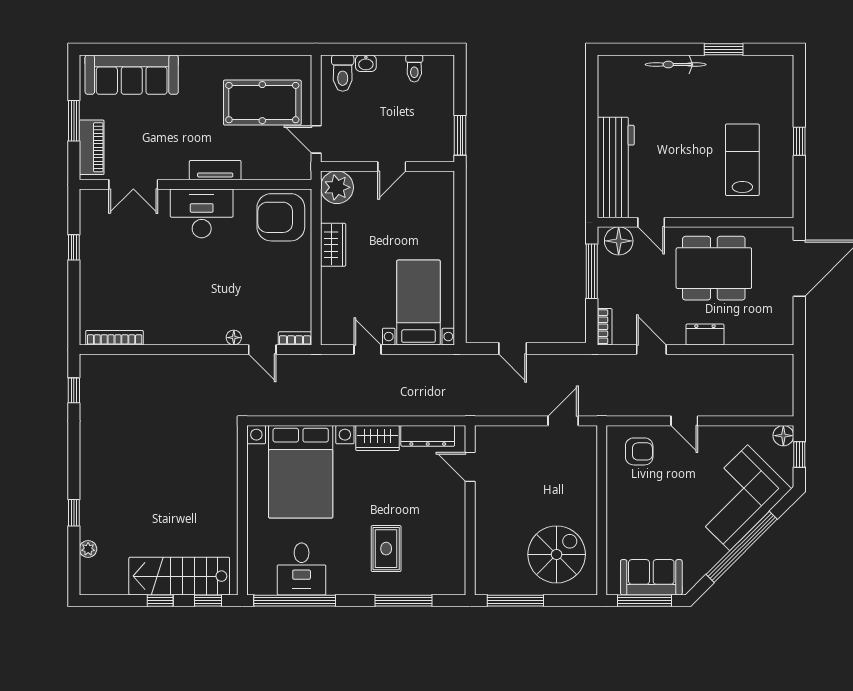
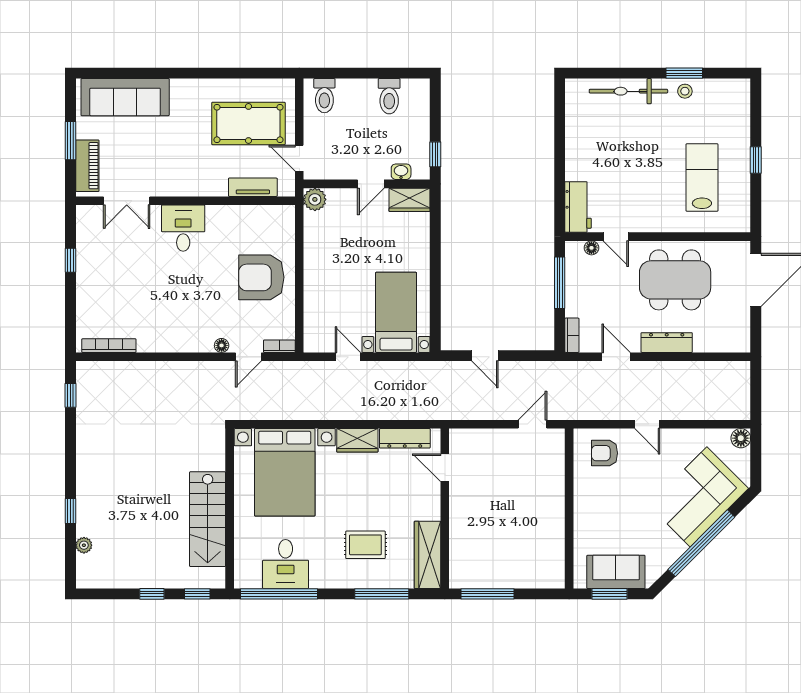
washbasin: (366, 63) -> (401, 172), moved, turned 180
bicycle: (676, 65) -> (628, 91), width x1.37, depth x1.40
toilet: (414, 68) -> (389, 96), width x1.37, depth x1.39
stool: (724, 68) -> (685, 91), added
window: (460, 135) -> (435, 154), width x0.67
workbench: (616, 167) -> (578, 207), width x0.53, depth x0.76
tv unit: (215, 170) -> (253, 187), moved
plant: (337, 187) -> (315, 199), width x0.73, depth x0.73
desk: (202, 213) -> (183, 228), width x0.73
armchair: (281, 217) -> (261, 277), moved
floor lamp: (619, 241) -> (591, 248), width x0.53, depth x0.53
wardrobe: (333, 245) -> (410, 200), moved, turned 90
dresser: (705, 334) -> (667, 343), width x1.44
door: (262, 349) -> (248, 357), hinge flipped
armchair: (639, 451) -> (605, 453), turned 180
window: (799, 454) -> (756, 456), removed
rug: (386, 549) -> (365, 545), turned 90
spiral stairs: (557, 554) -> (526, 550), removed
wardrobe: (452, 559) -> (427, 555), added
stairs: (179, 576) -> (208, 519), moved, turned -90
window: (644, 601) -> (610, 594), width x0.69

